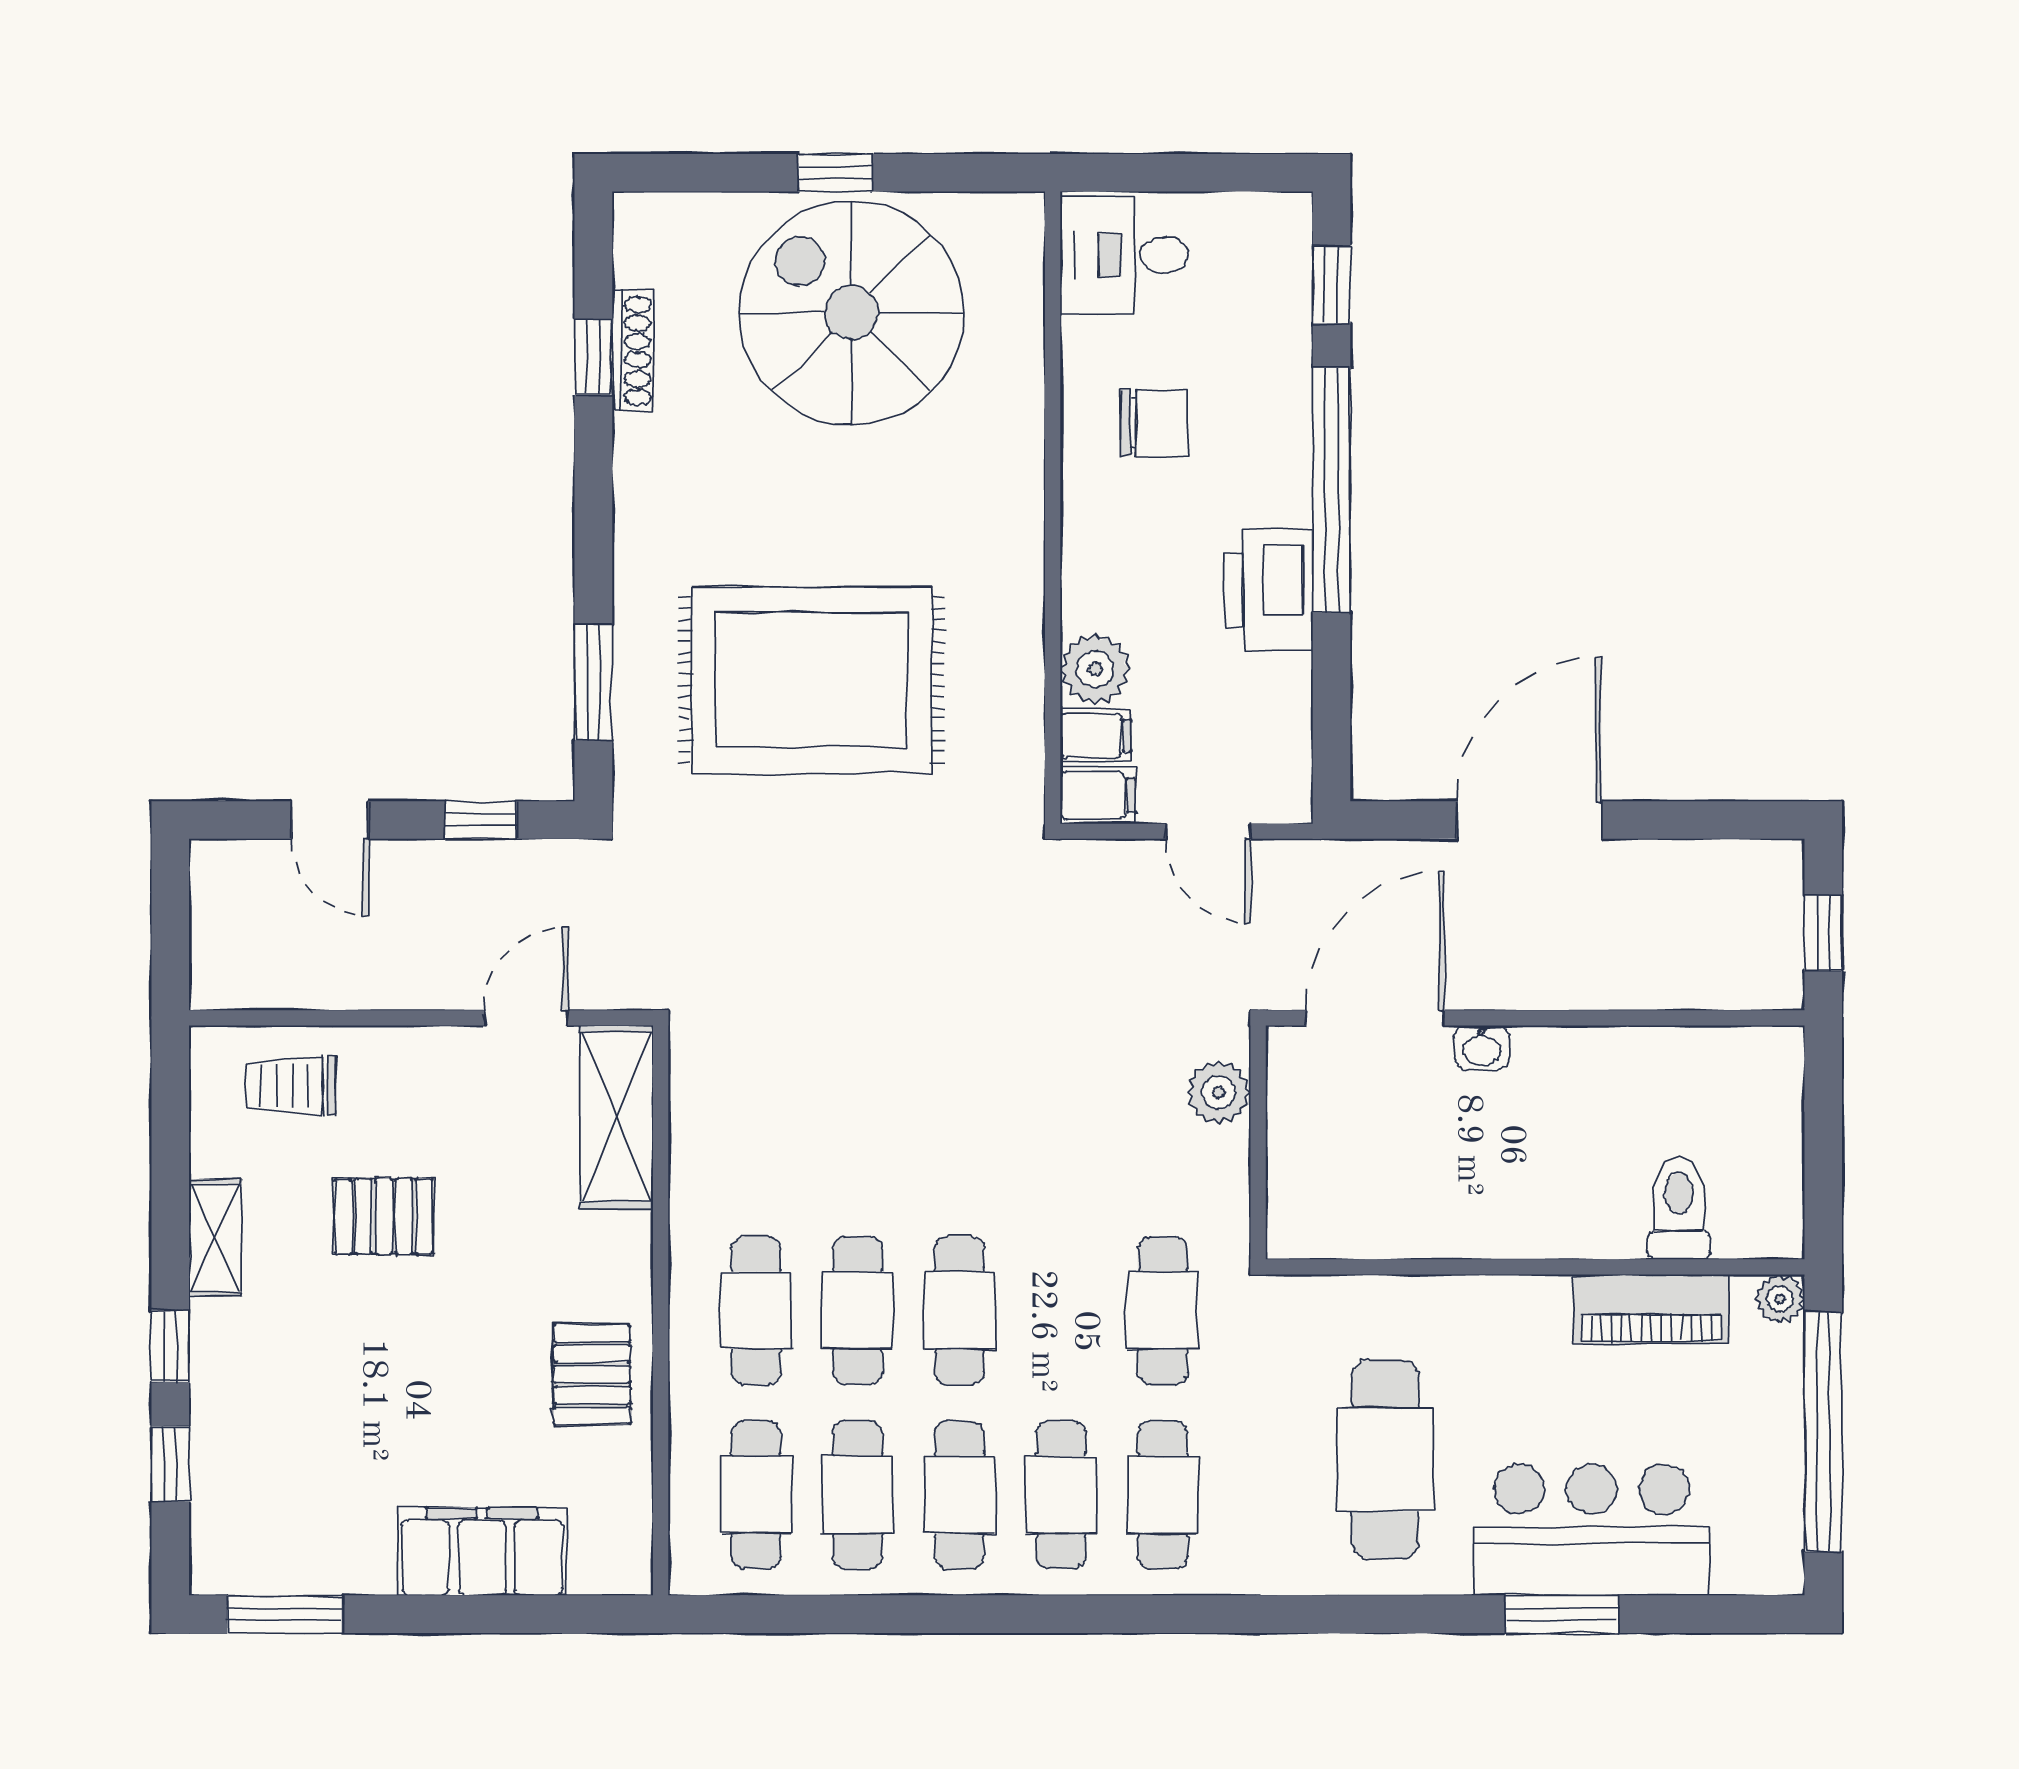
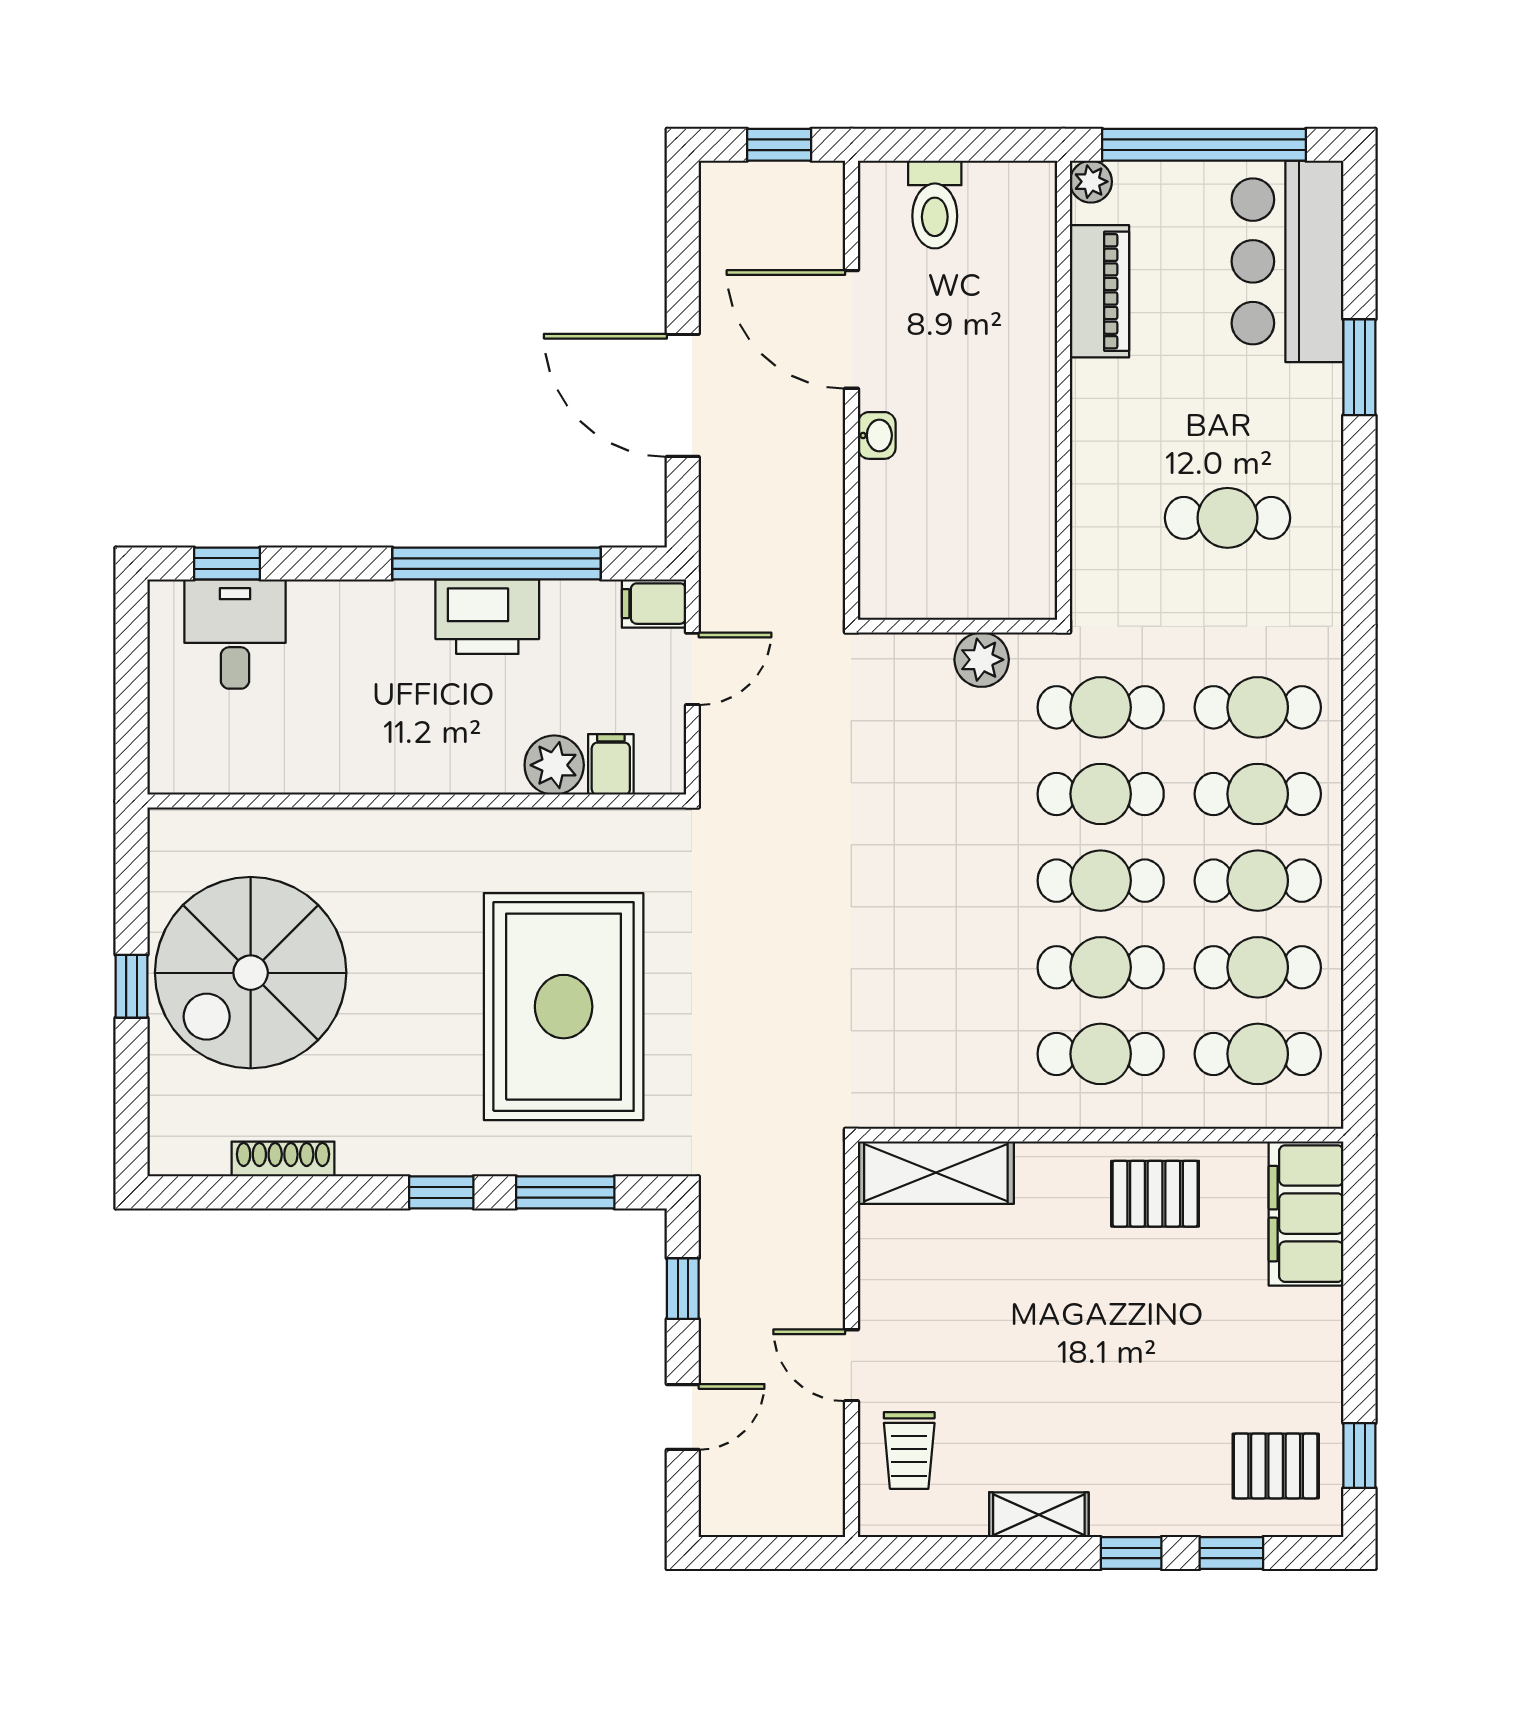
desk: (1124, 255) -> (235, 634), moved, turned 180
window: (593, 357) -> (441, 1192), moved
chair: (1154, 423) -> (344, 715), removed
window: (1332, 490) -> (496, 564), moved
filing cabinet: (1098, 795) -> (654, 604), moved, turned -90
door: (526, 1018) -> (851, 1365), moved
door: (1375, 1018) -> (851, 329), moved
plant: (1219, 1092) -> (982, 660), moved
toilet: (1679, 1208) -> (935, 205), moved, turned -90
pallet: (384, 1217) -> (1276, 1466), moved, turned 90
cafe table: (1061, 1310) -> (1101, 794), added
cafe table: (1385, 1459) -> (1227, 518), width x0.73, depth x0.74
bar counter: (1592, 1530) -> (1288, 261), moved
filing cabinet: (482, 1552) -> (1306, 1214), moved
window: (285, 1614) -> (1359, 1456), width x0.67

